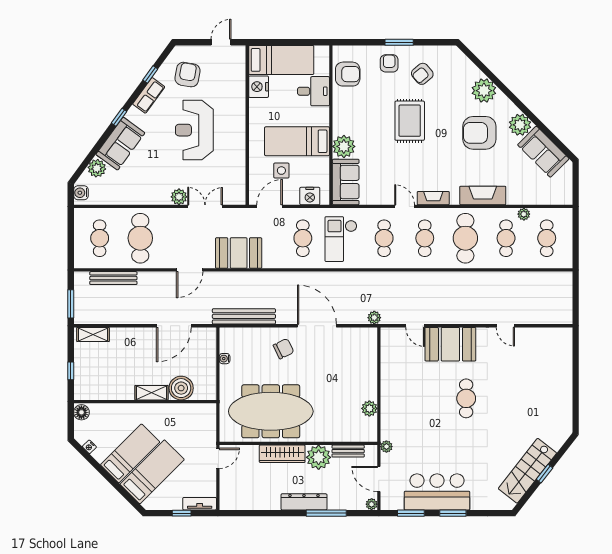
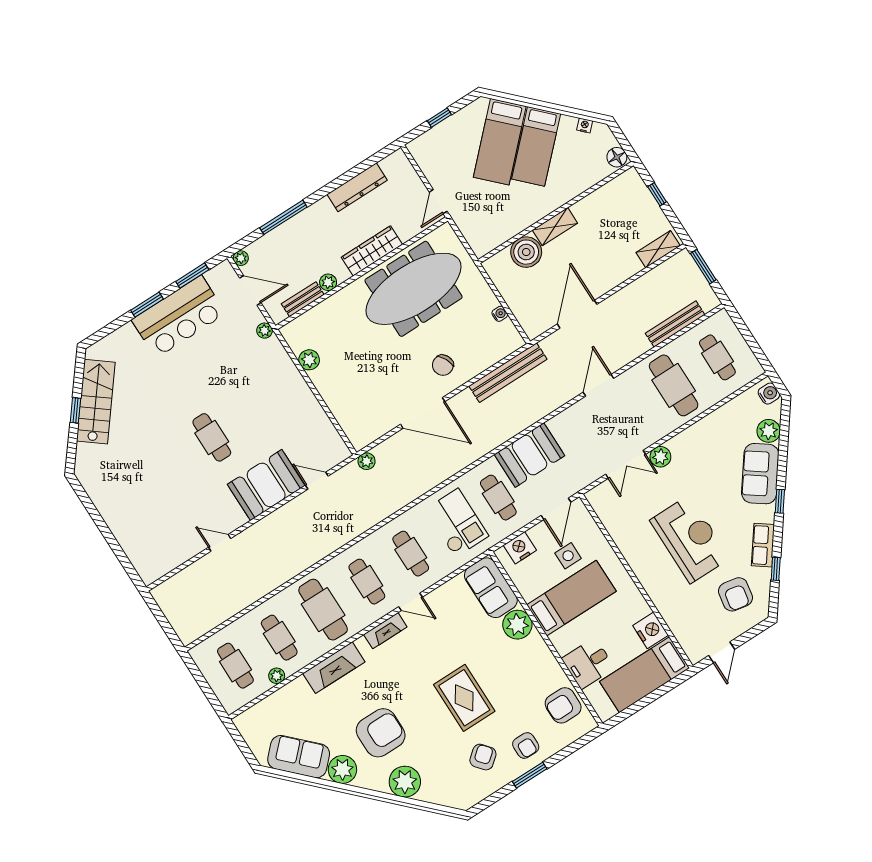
booth: (239, 253) -> (529, 455), moved
plant: (319, 457) -> (328, 282), width x0.53, depth x0.53
dresser: (304, 502) -> (357, 187), moved
tv unit: (200, 504) -> (427, 140), removed

